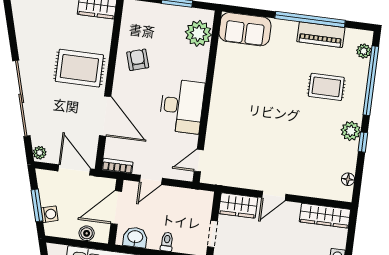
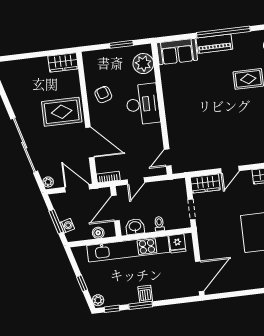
piano: (321, 35) -> (214, 44), moved
desk: (182, 106) -> (143, 104), moved

